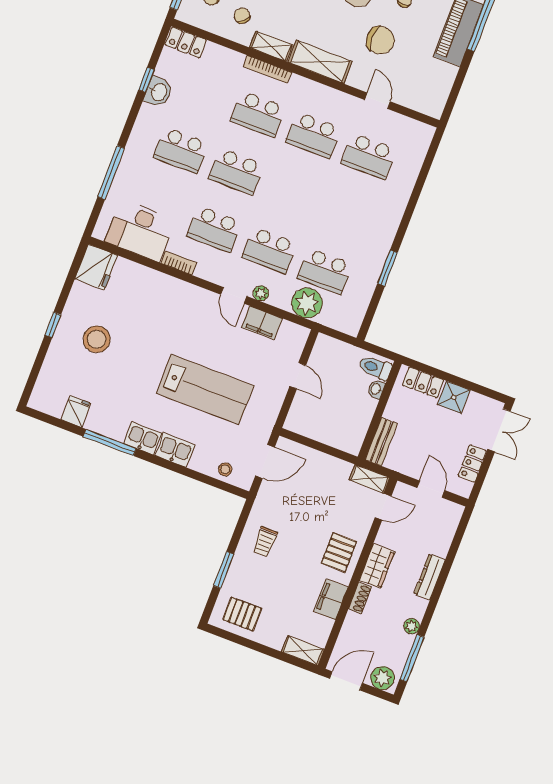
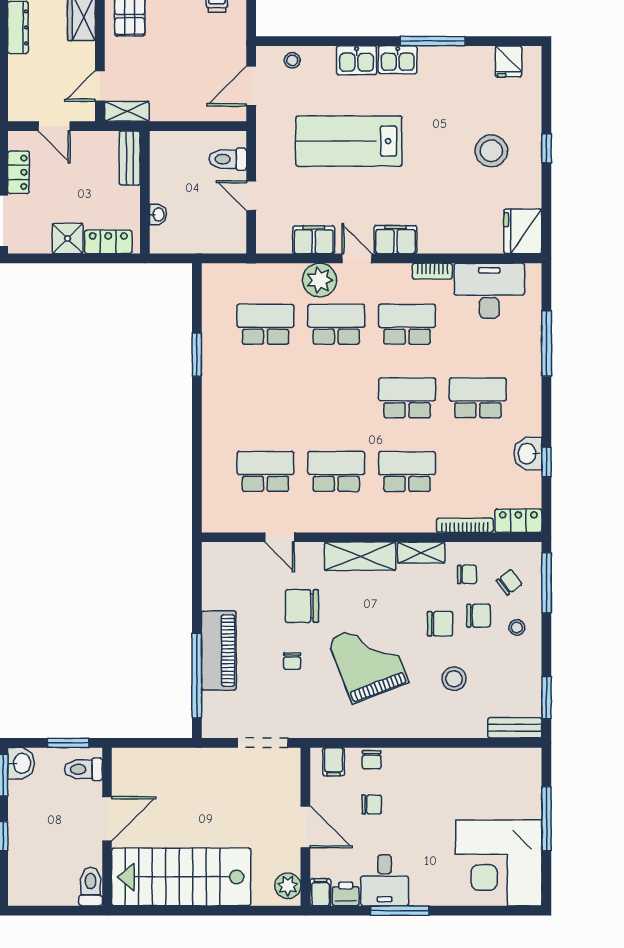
chair: (242, 16) -> (467, 574), turned -47
bookcase: (267, 69) -> (465, 525), moved
plant: (261, 293) -> (320, 280), width x1.88, depth x1.88
filing cabinet: (198, 299) -> (396, 240), added
plant: (307, 303) -> (272, 281), removed
toilet: (375, 368) -> (228, 159), moved, turned 180
fridge: (76, 411) -> (508, 61), moved

